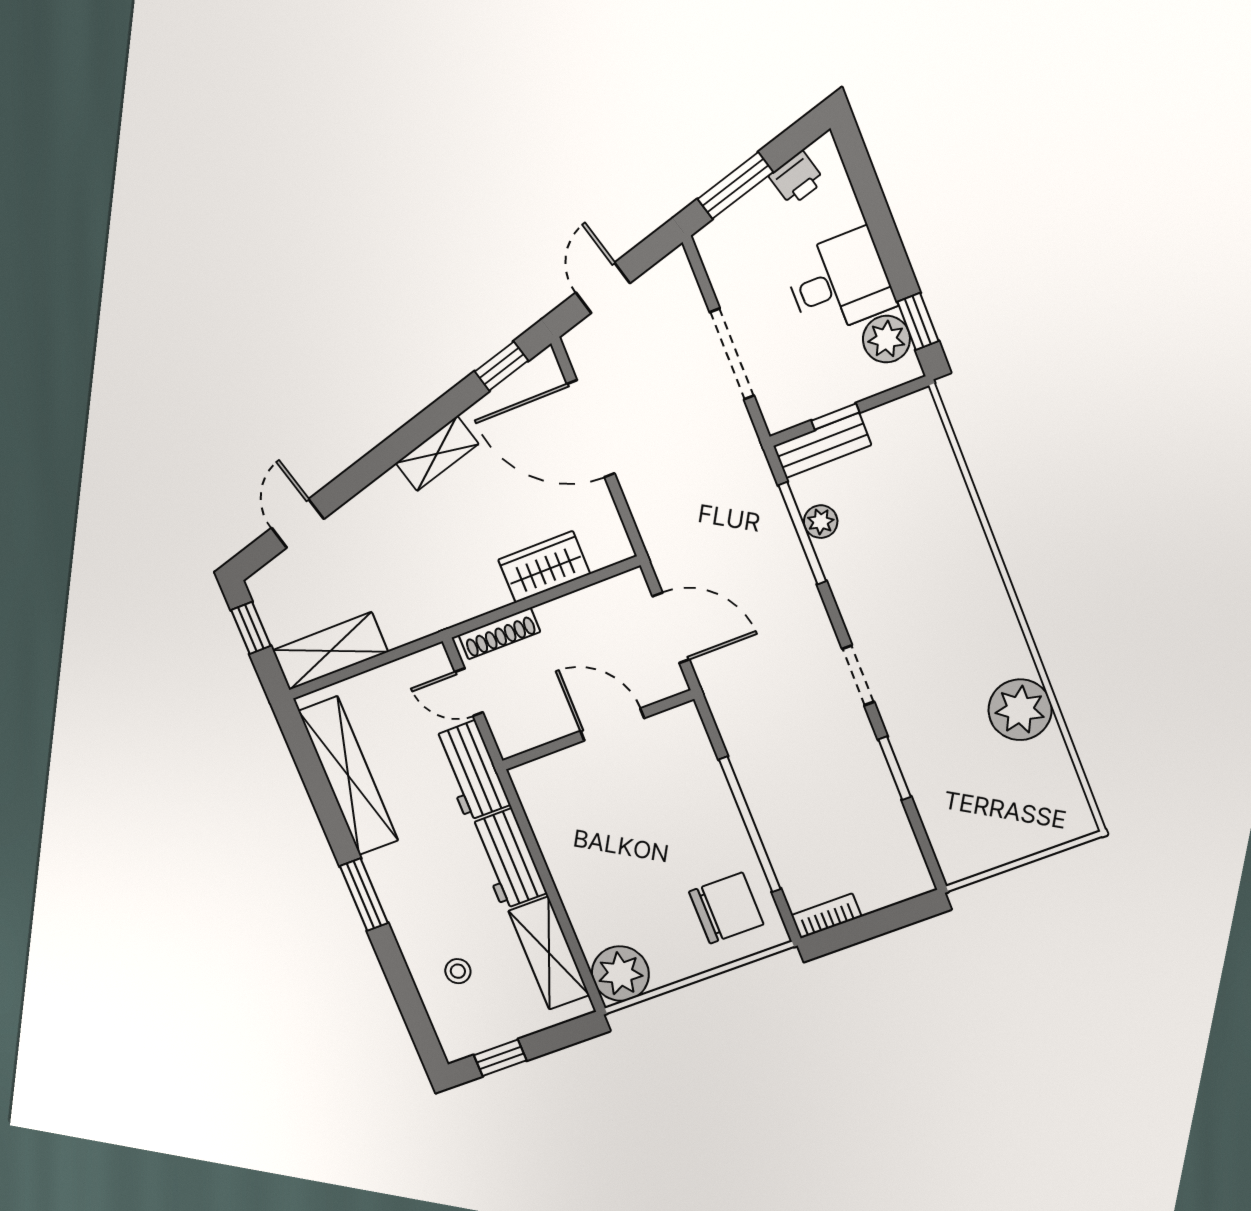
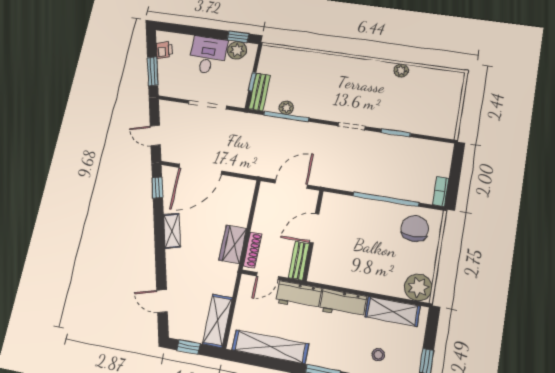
wardrobe: (544, 567) -> (233, 244), moved
plant: (1020, 710) -> (401, 70), width x0.53, depth x0.53
bench: (534, 732) -> (299, 261), added

